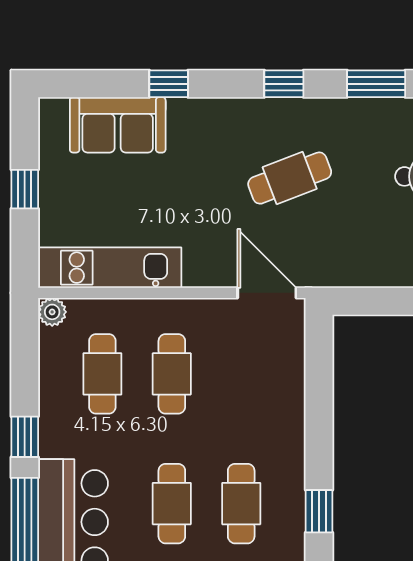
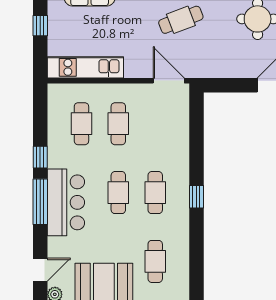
plant: (52, 312) -> (55, 91), removed

